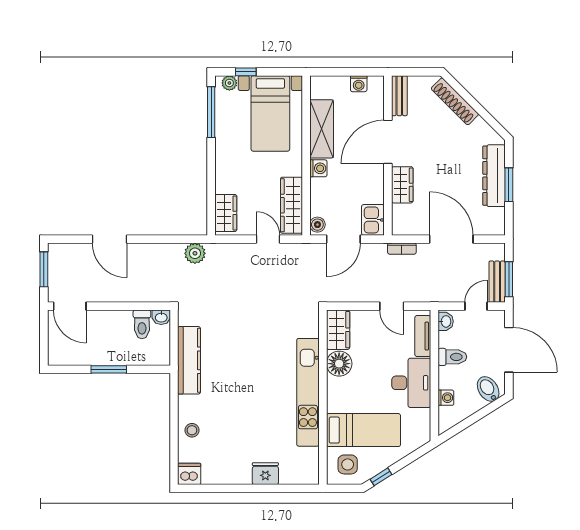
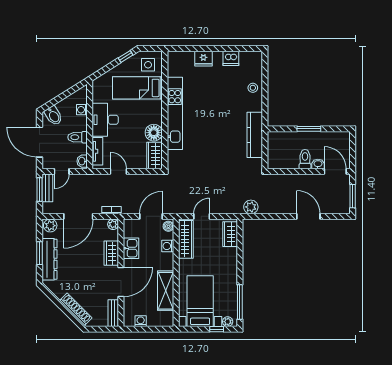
washing machine: (318, 168) -> (168, 246), moved
kitchen sink: (373, 220) -> (131, 248), moved
plant: (493, 226) -> (50, 226), added
plant: (400, 228) -> (113, 224), added
door: (268, 239) -> (202, 216), swing flipped
door: (451, 239) -> (78, 216), hinge flipped
washbasin: (161, 317) -> (318, 164), moved
toilet: (142, 324) -> (305, 159), moved
dishwasher: (189, 474) -> (231, 58), moved

